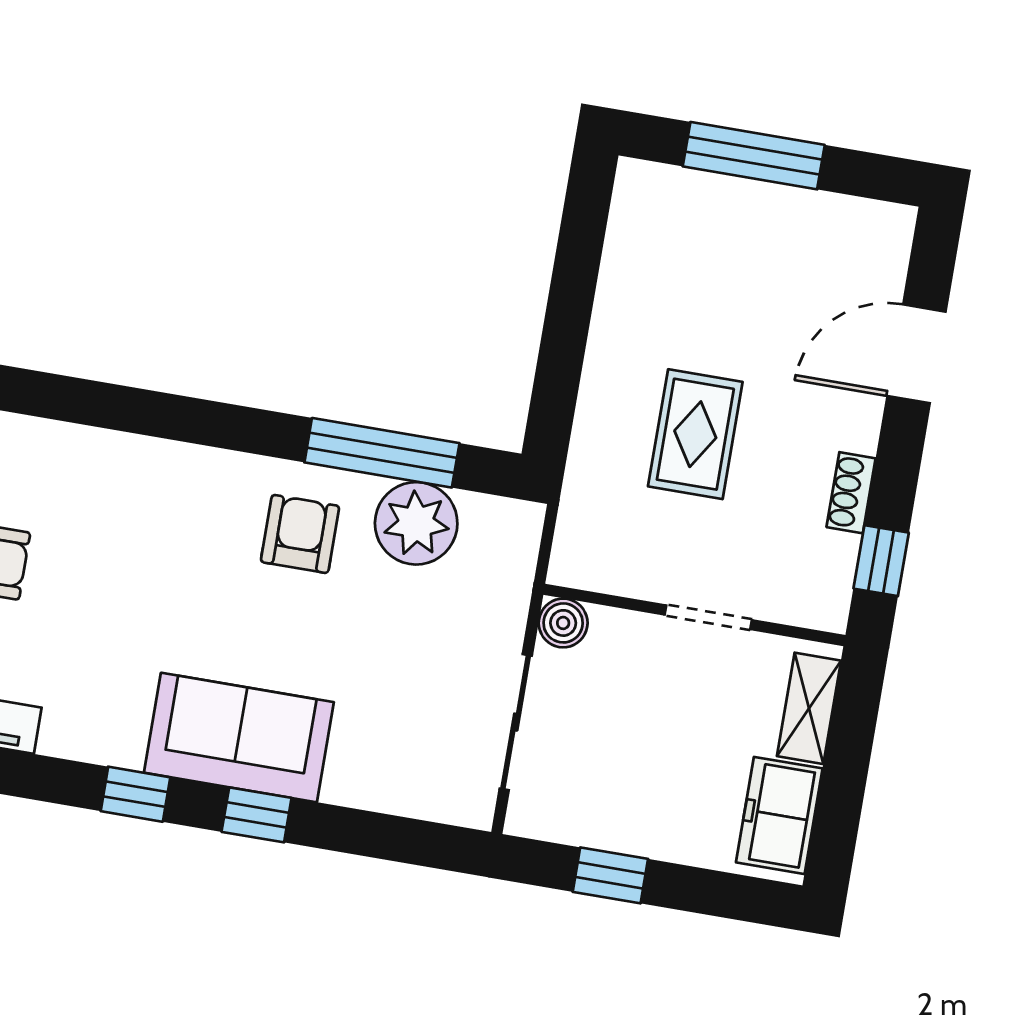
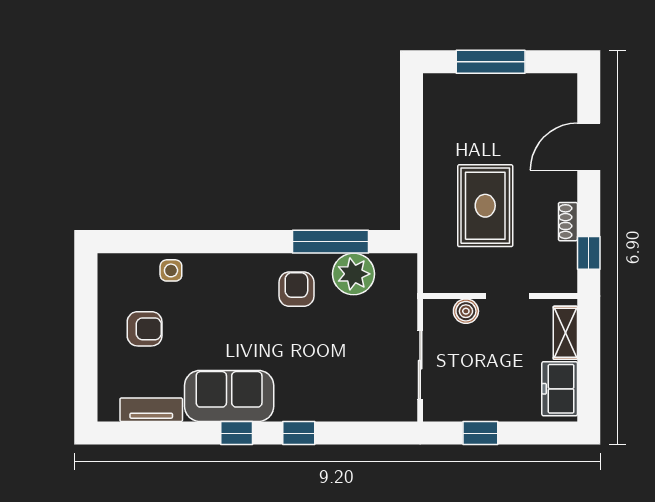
rug: (695, 434) -> (485, 206), width x1.36, depth x1.43
side table: (62, 456) -> (171, 270), added
boiler: (563, 623) -> (466, 311), moved
sofa: (239, 737) -> (229, 396), moved

